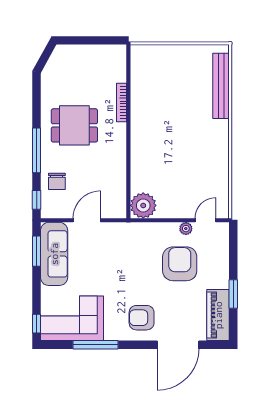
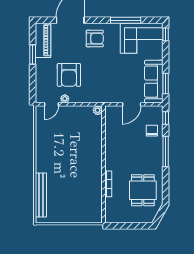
dining table: (74, 125) -> (143, 190), moved, turned 90
plant: (143, 205) -> (98, 110), width x0.53, depth x0.53

